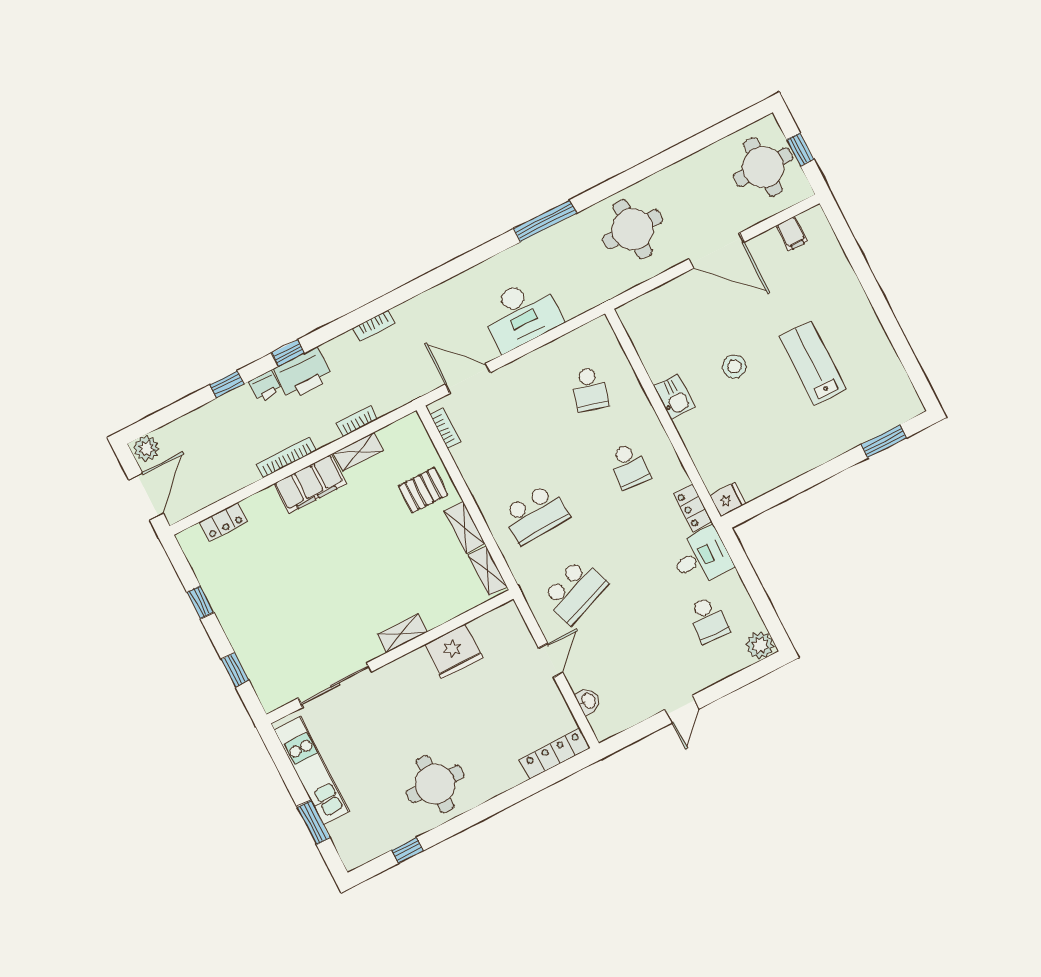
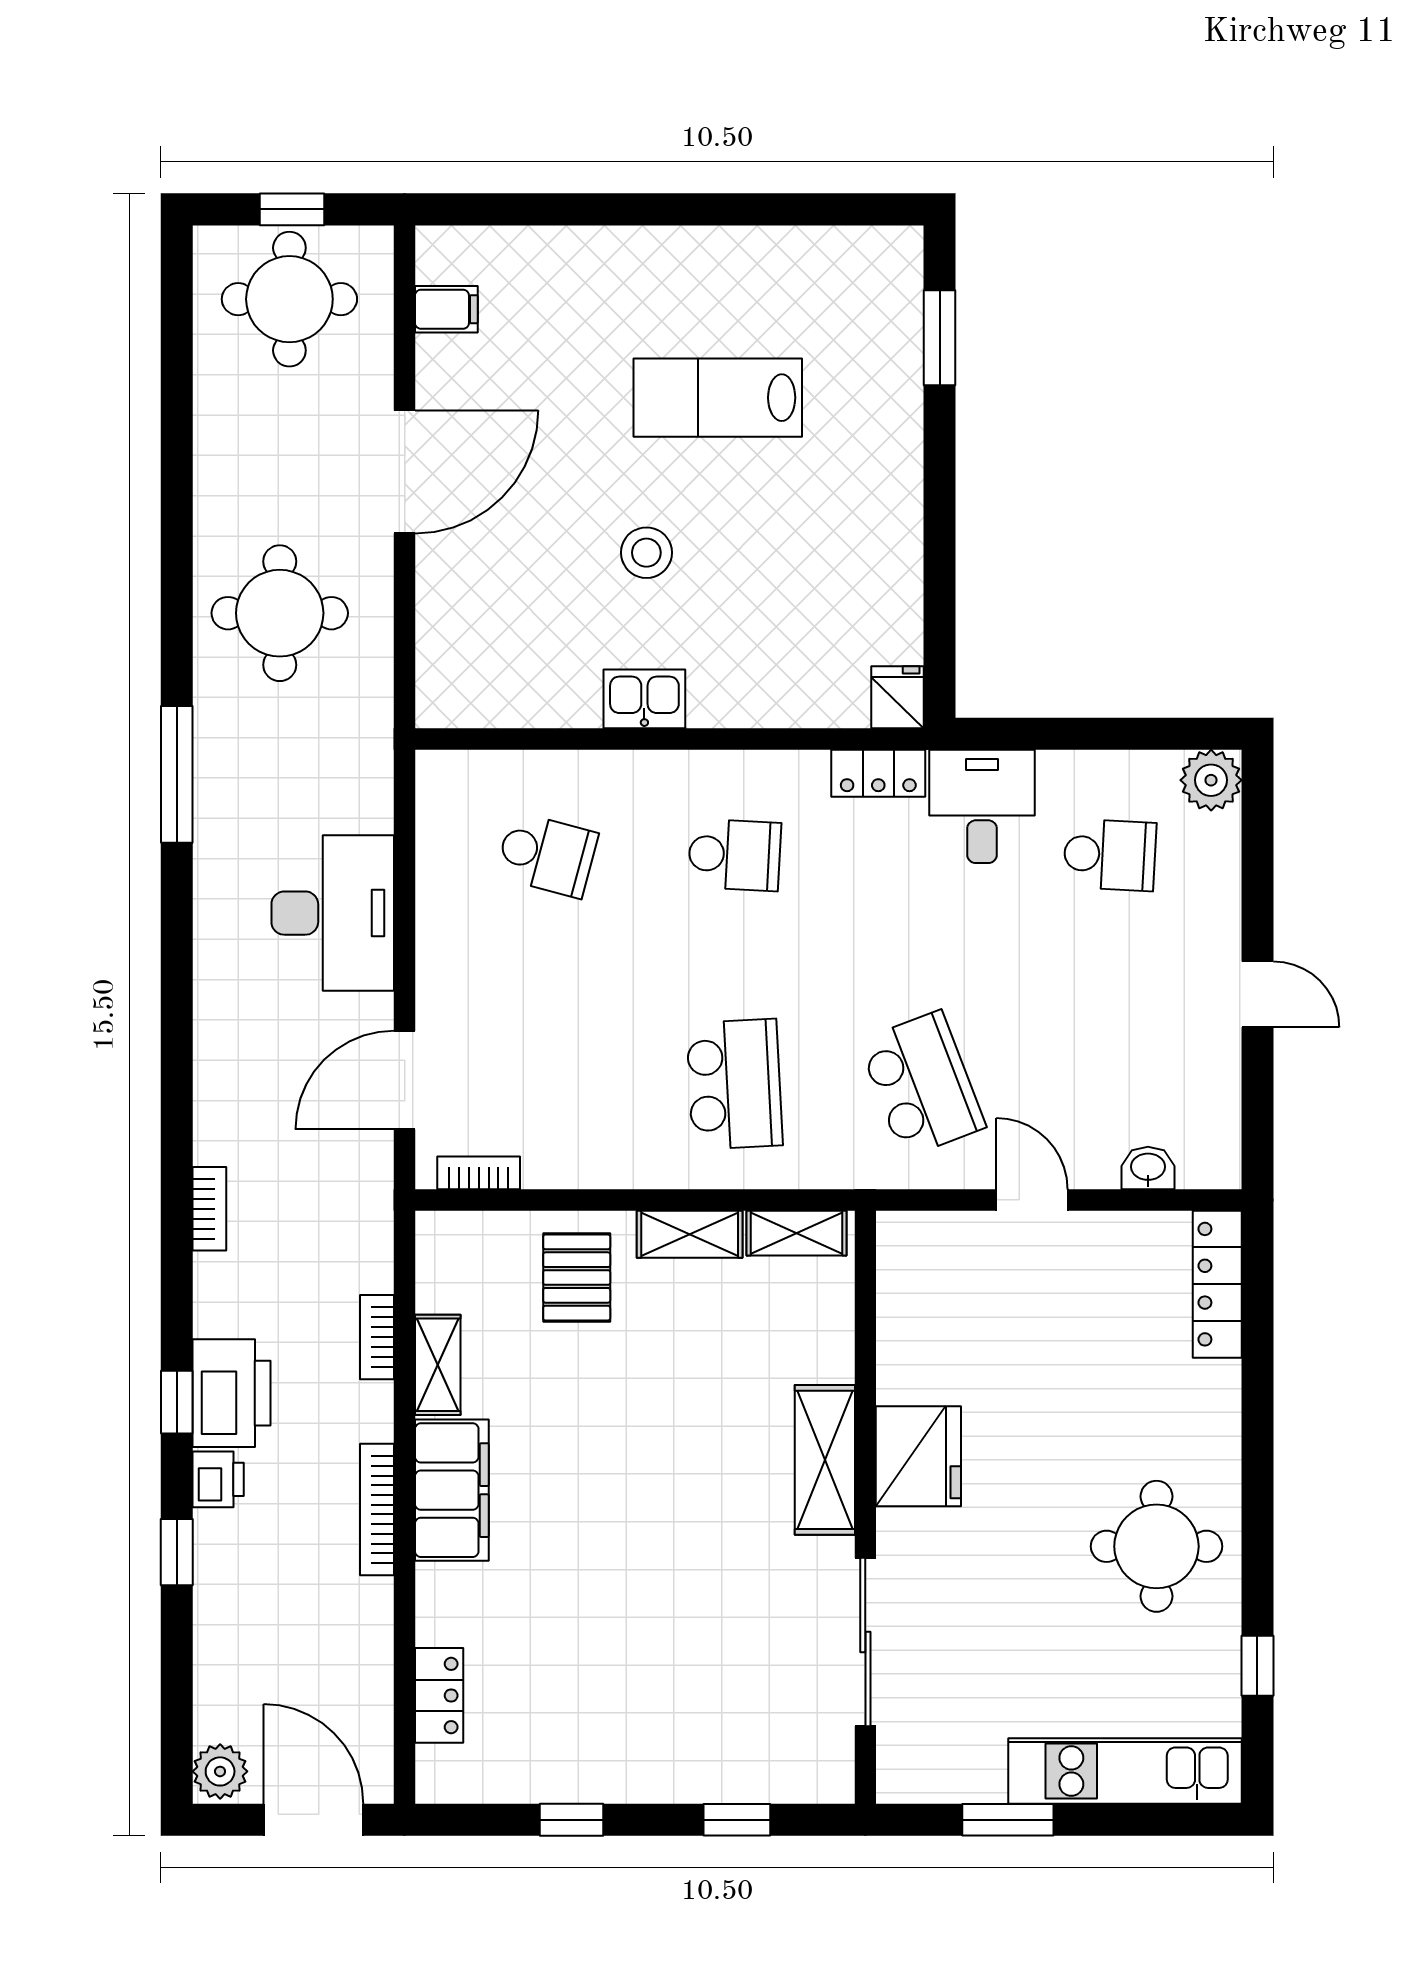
shelving: (402, 633) -> (825, 1460), width x1.50, depth x1.33
fridge: (454, 651) -> (918, 1456), moved
kitchen unit: (312, 771) -> (1125, 1771), moved
window: (314, 823) -> (1008, 1820), moved

